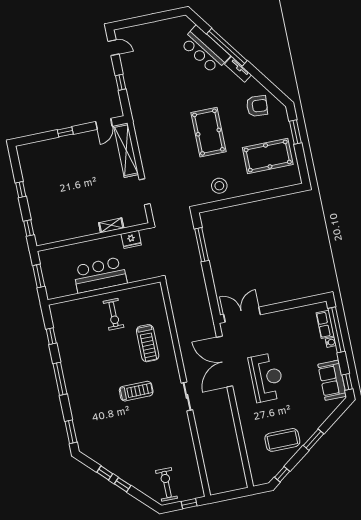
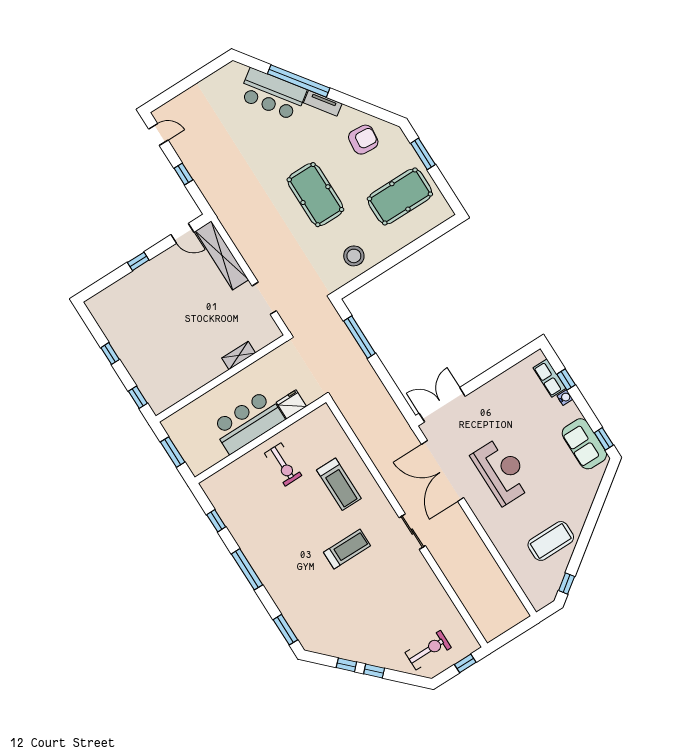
door: (104, 124) -> (182, 233), hinge flipped
fridge: (131, 239) -> (291, 404), moved, turned 180
window: (336, 330) -> (566, 380), width x0.32
window: (313, 440) -> (589, 526), removed
exercise bike: (167, 484) -> (428, 650), turned 90

